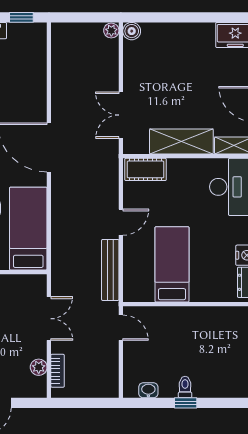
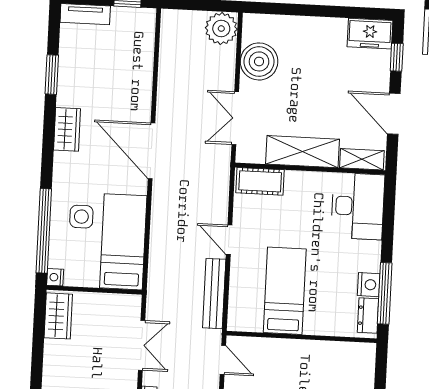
plant: (111, 31) -> (221, 29), width x1.88, depth x1.88
boiler: (132, 31) -> (259, 61), moved, width x1.86, depth x1.86
door: (121, 222) -> (229, 240), swing flipped

